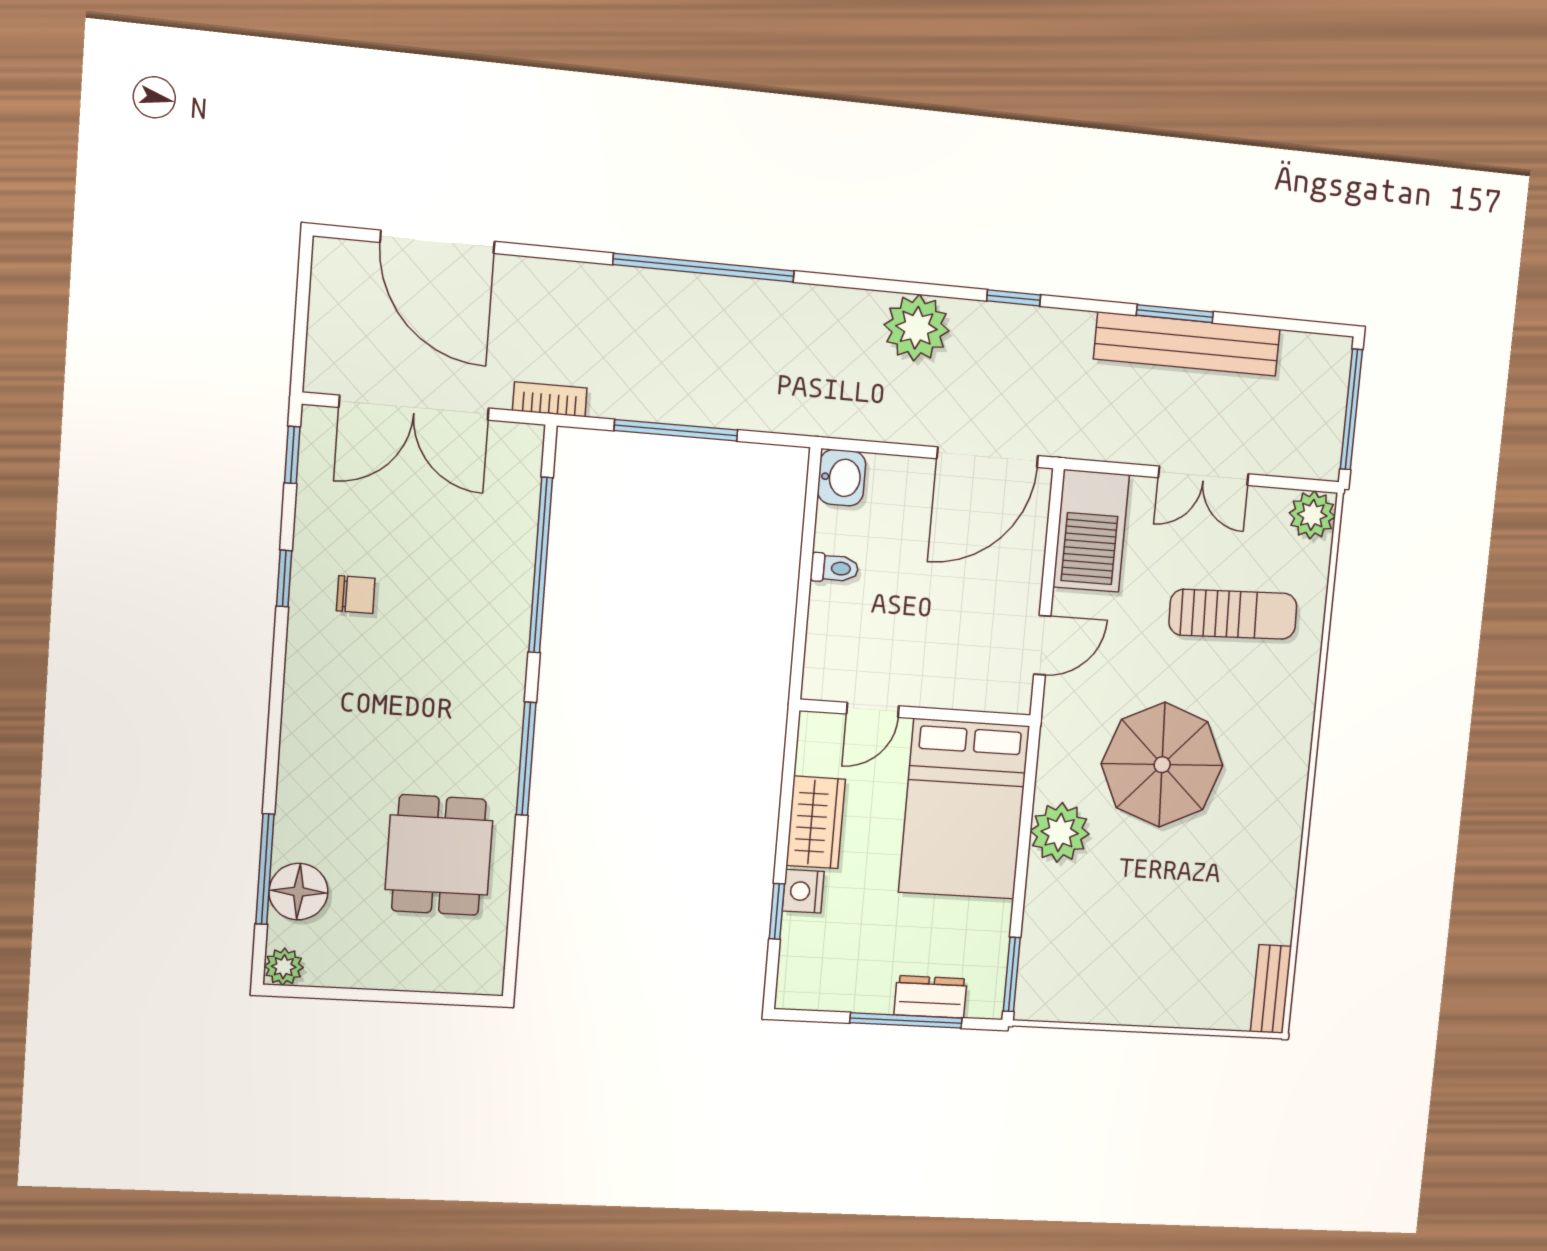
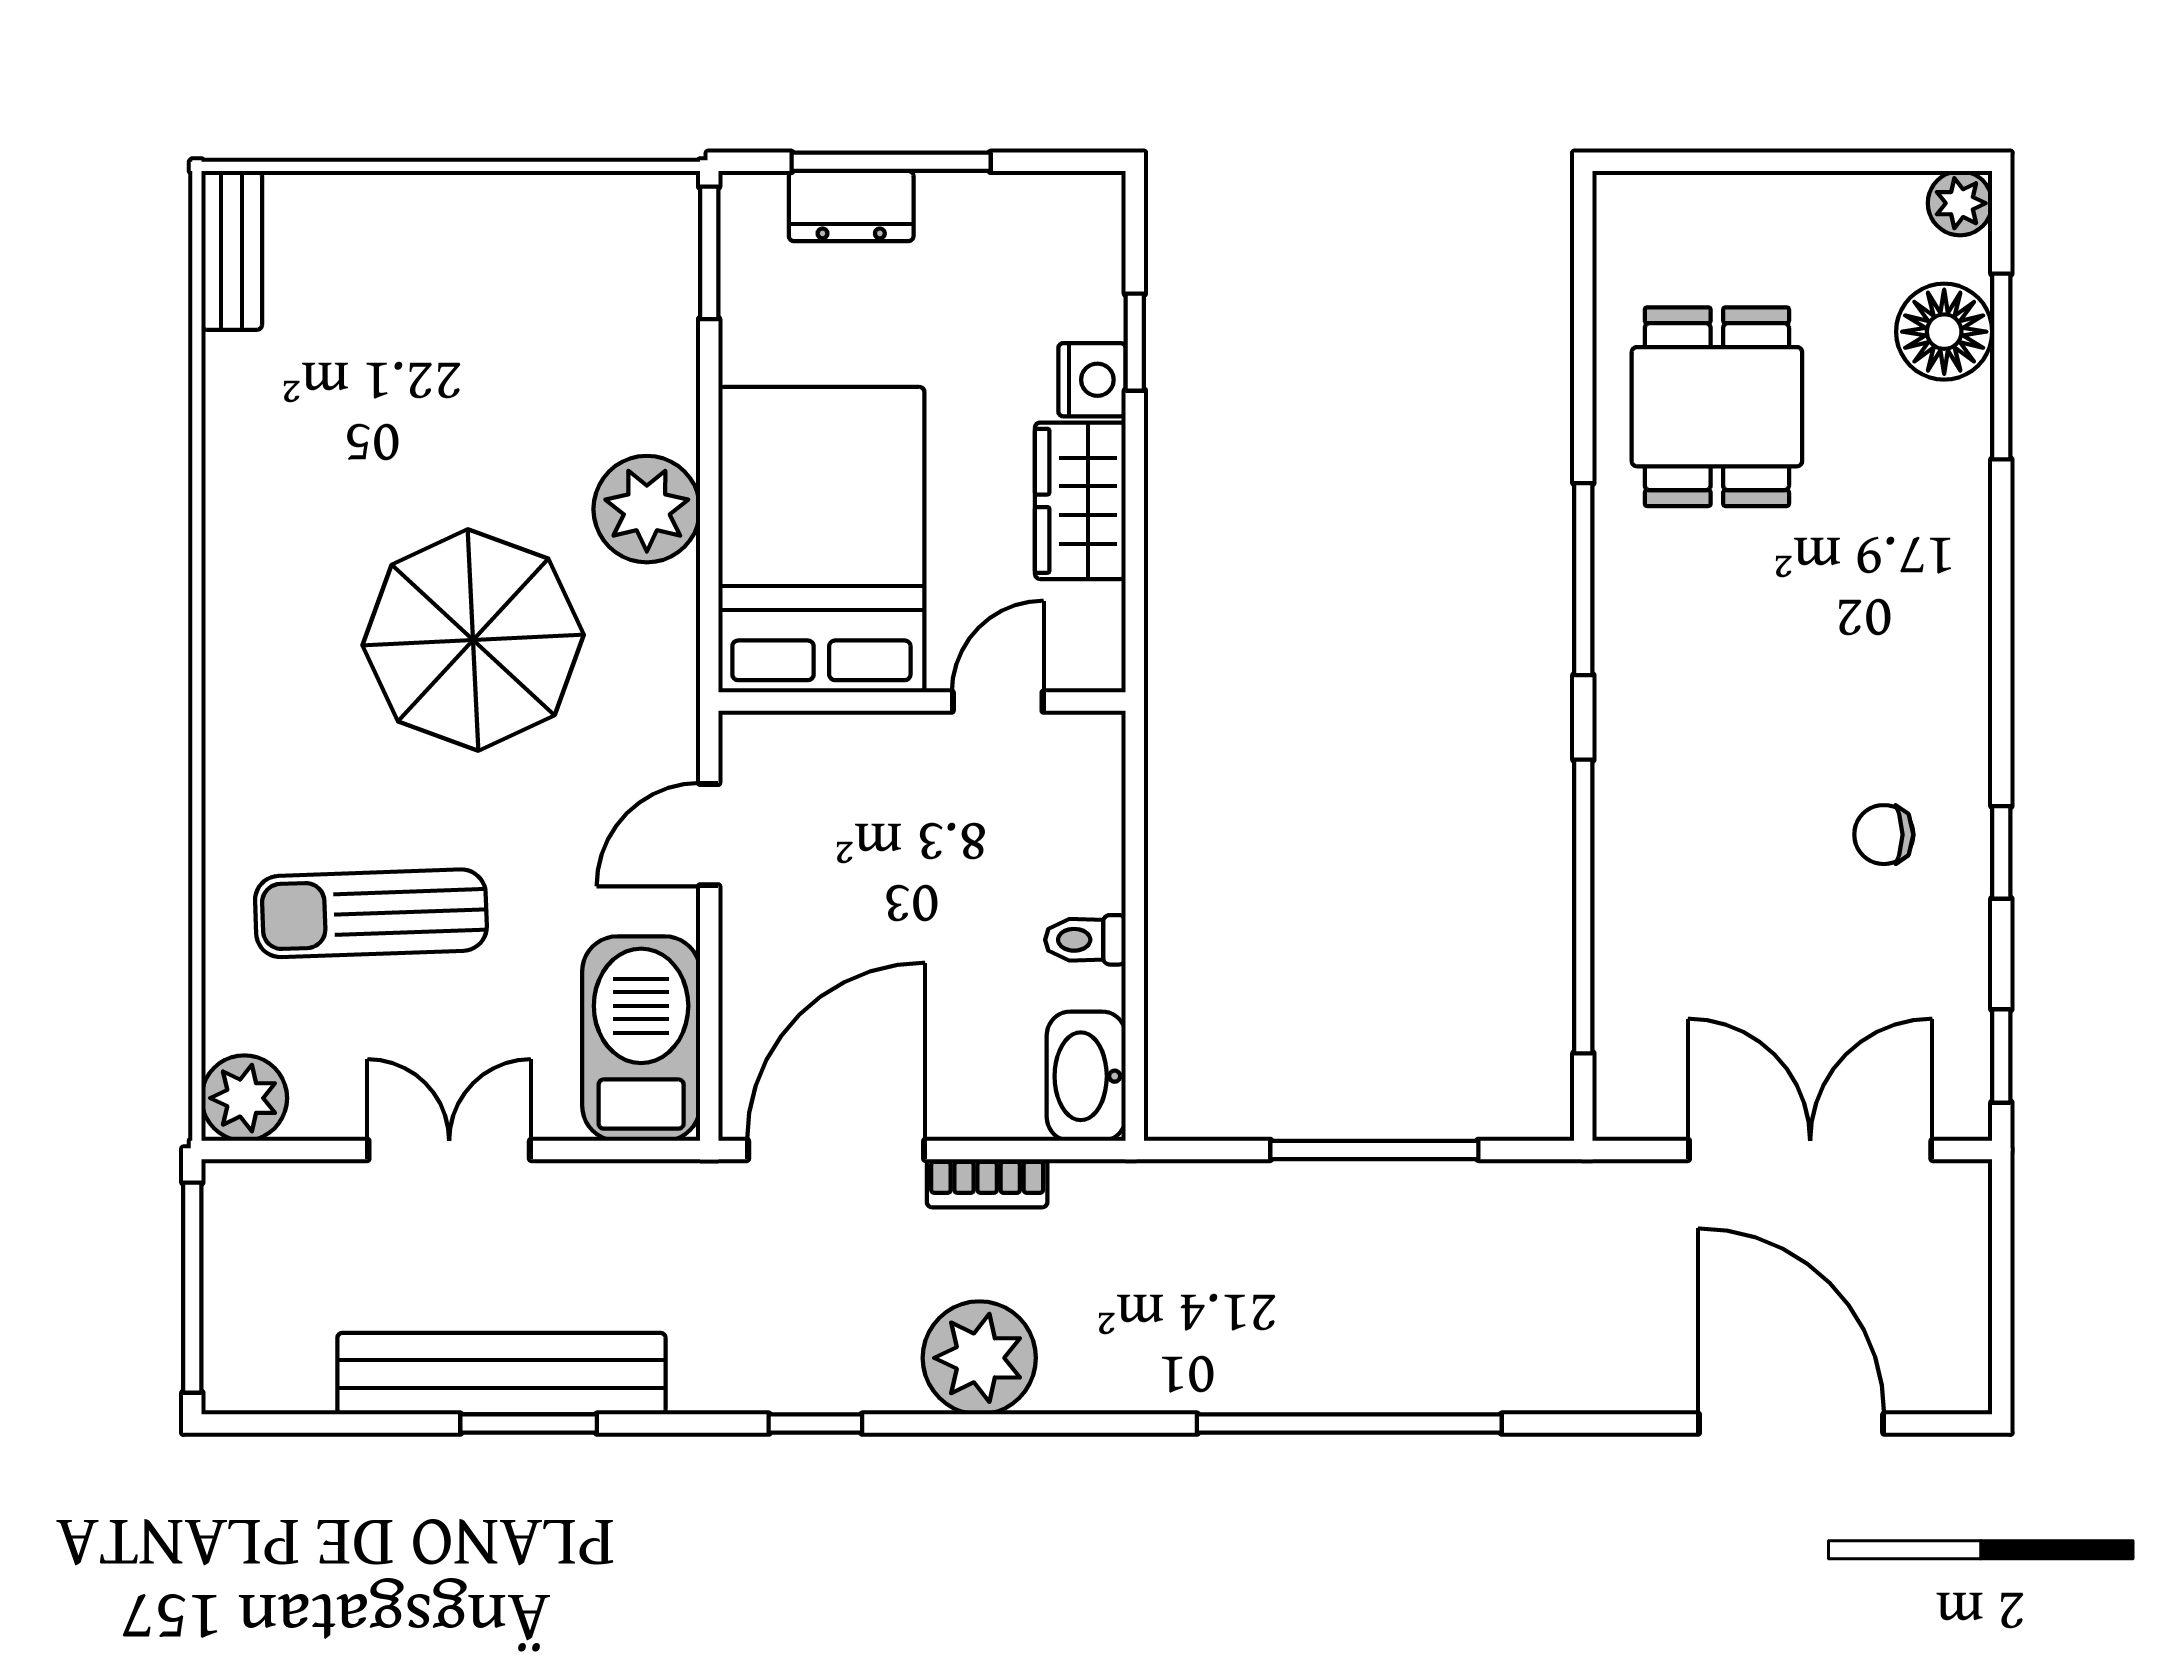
bookcase: (550, 399) -> (987, 1183), moved
washbasin: (842, 478) -> (1086, 1076), width x1.38

